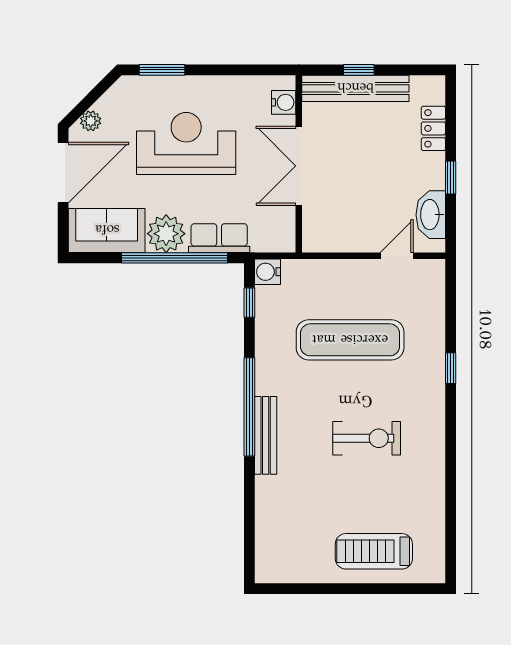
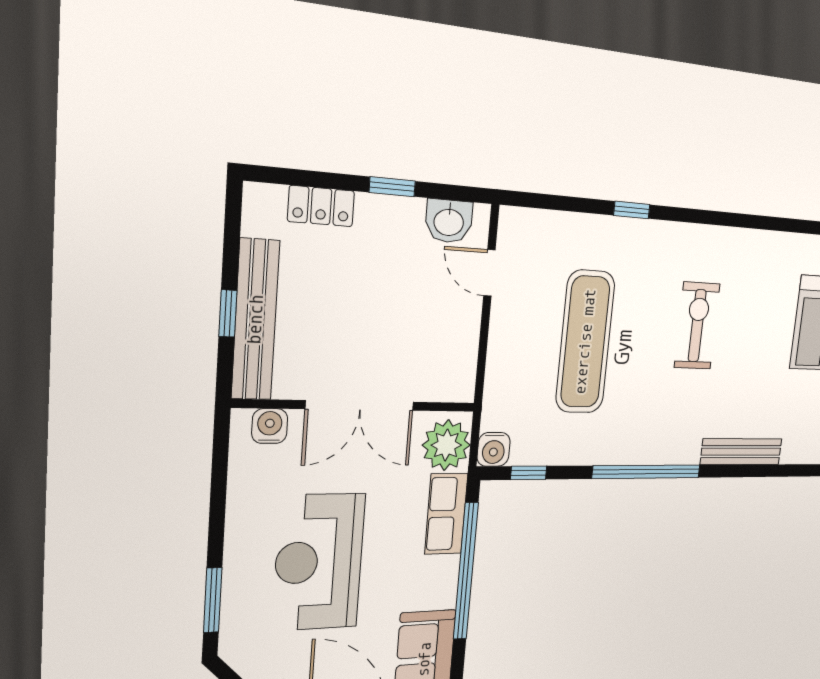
washbasin: (431, 215) -> (449, 221), width x0.72
plant: (166, 234) -> (446, 445), moved
bench: (266, 435) -> (741, 452), moved

